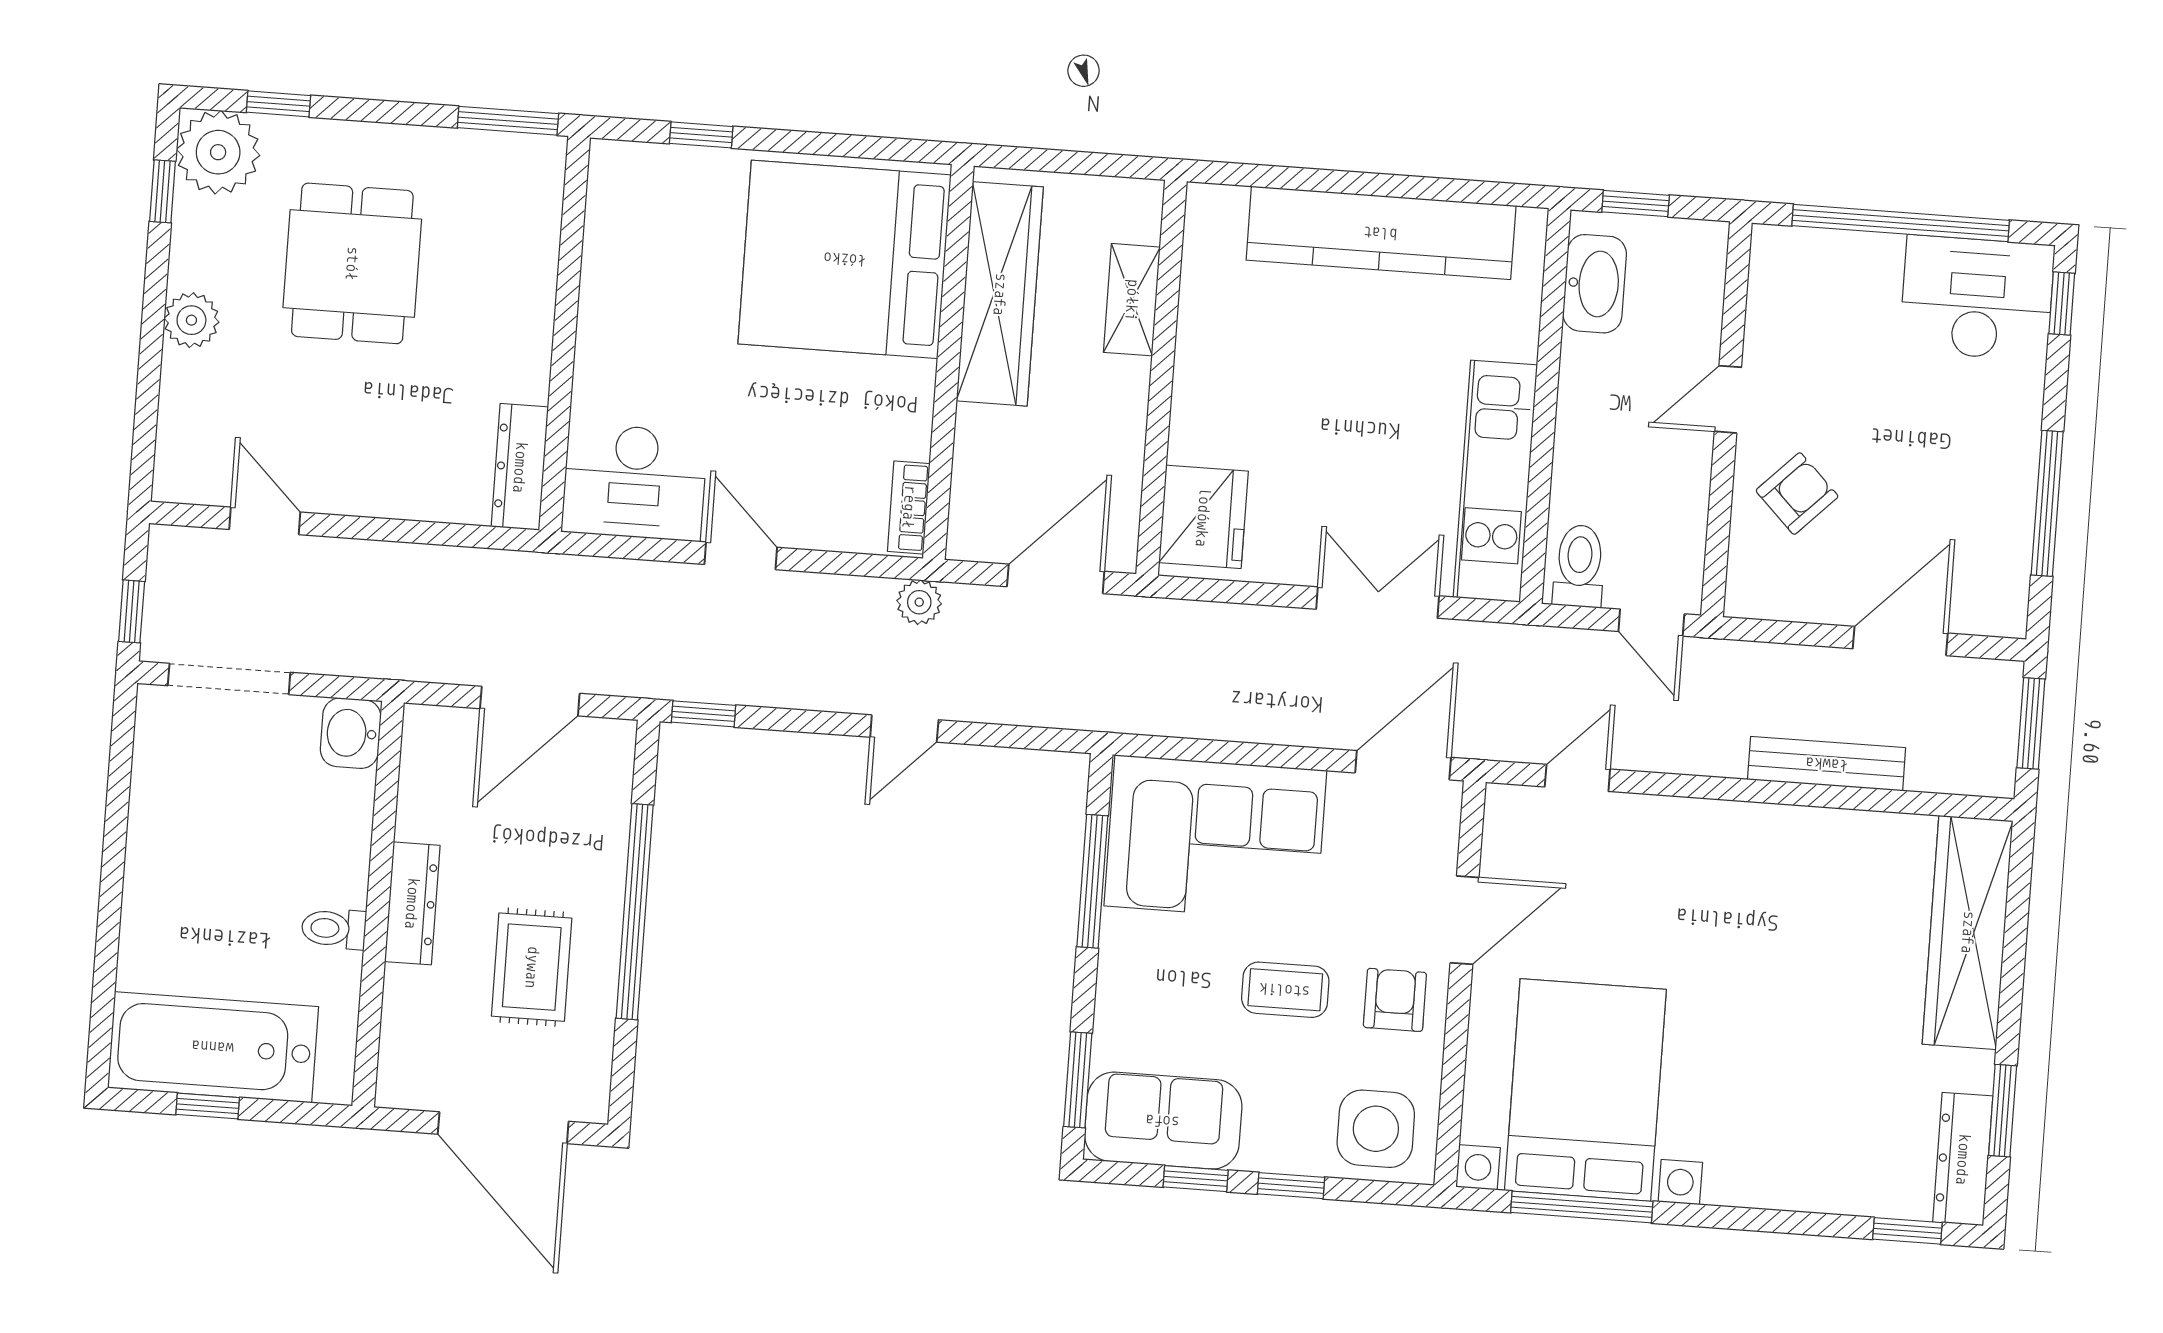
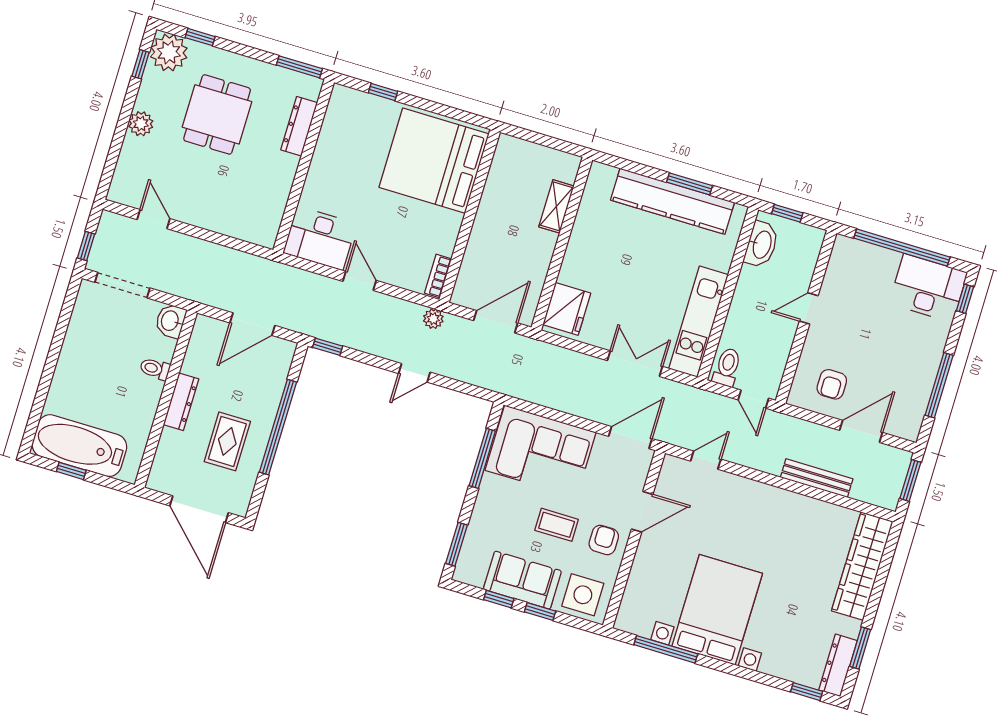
window: (1410, 187) -> (689, 184), added
wardrobe: (1000, 294) -> (499, 191), removed
dresser: (520, 467) -> (299, 126), moved
armchair: (1797, 494) -> (832, 384), moved, turned 135
toilet: (334, 929) -> (155, 369), moved
bed with nightstands: (1585, 1090) -> (717, 610), moved
sofa: (1163, 1121) -> (522, 580), moved

